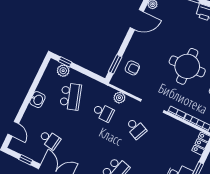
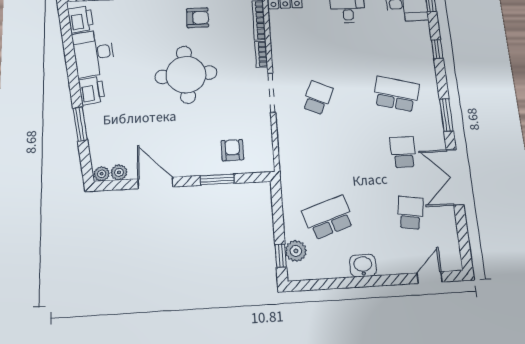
window: (115, 64) -> (217, 179), moved
plant: (119, 98) -> (287, 145), removed
school desk: (103, 112) -> (403, 152), moved
window: (26, 160) -> (462, 231), removed

